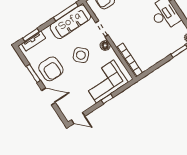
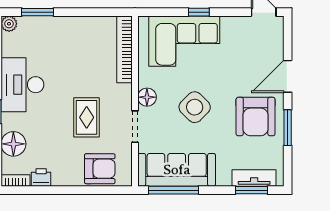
rug: (126, 19) -> (87, 117), added
armchair: (51, 69) -> (256, 117), turned 180
door: (48, 96) -> (288, 76), hinge flipped

